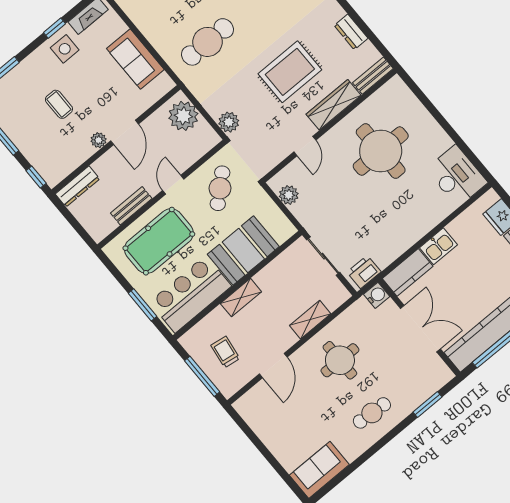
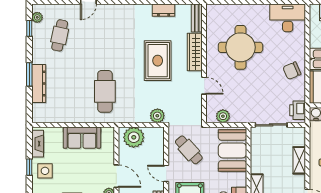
chair: (402, 229) -> (292, 71), added
booth: (243, 250) -> (232, 150), moved

